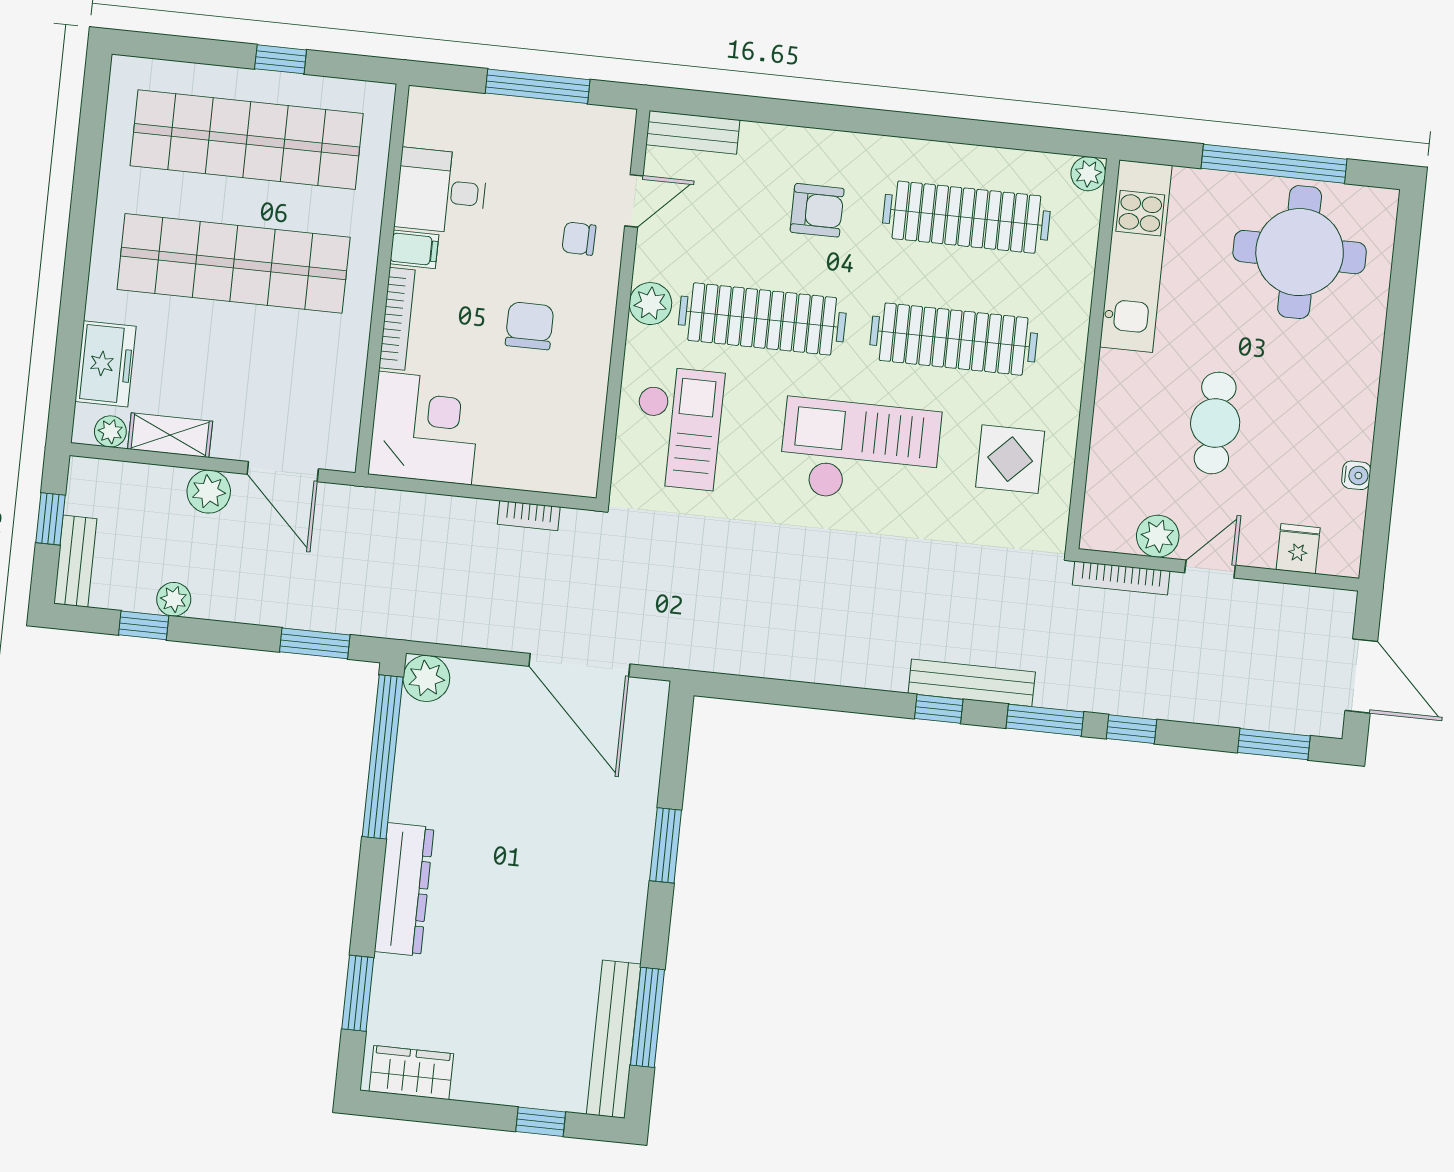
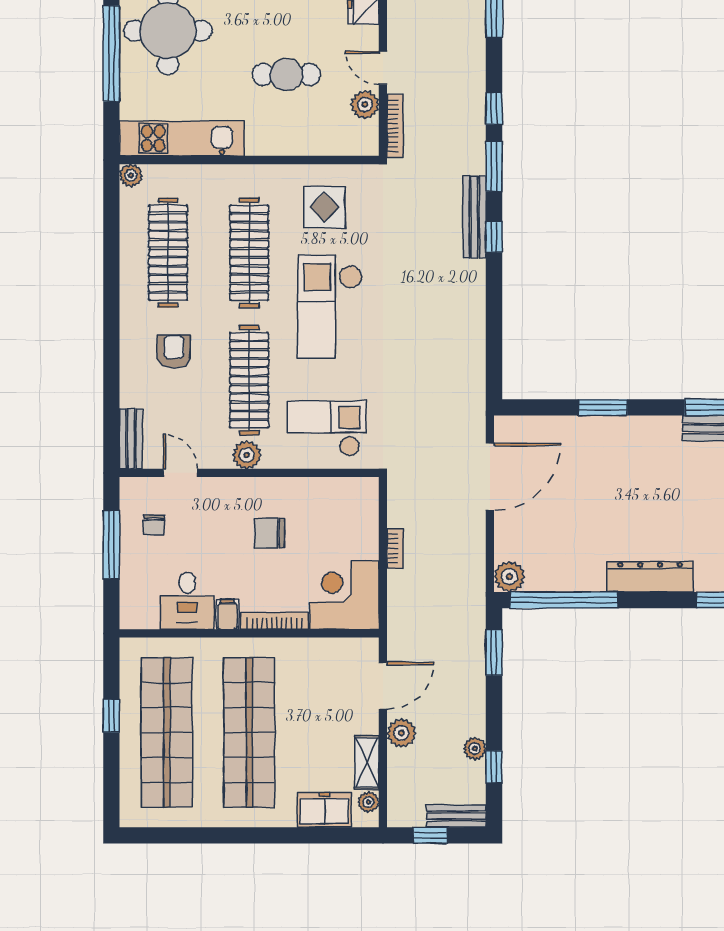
chair: (579, 239) -> (154, 525), moved
bookcase: (529, 516) -> (395, 548), moved

